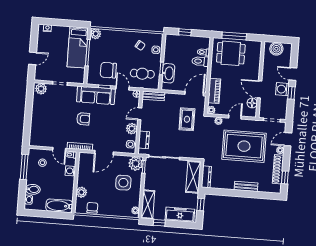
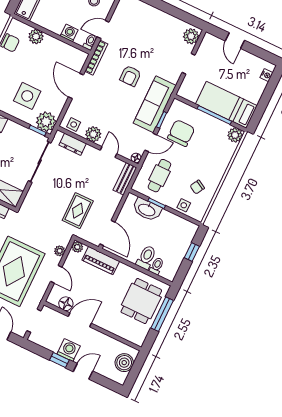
rug: (187, 119) -> (78, 211), turned 90

